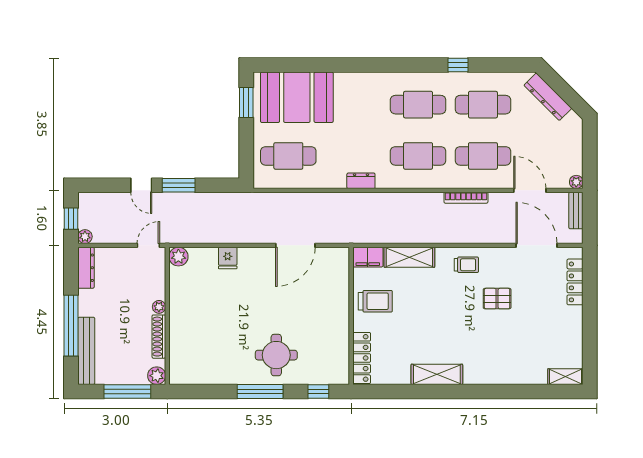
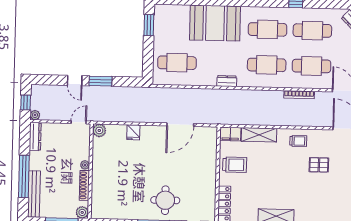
booth: (297, 97) -> (215, 23), moved

